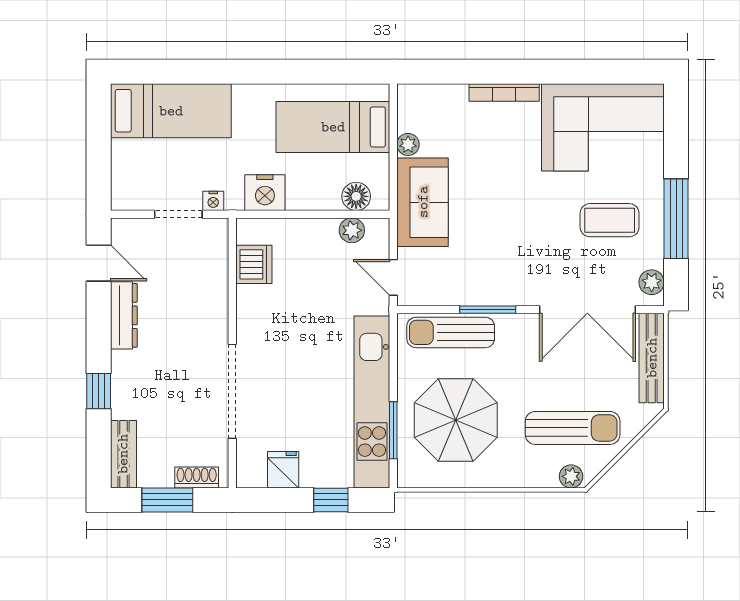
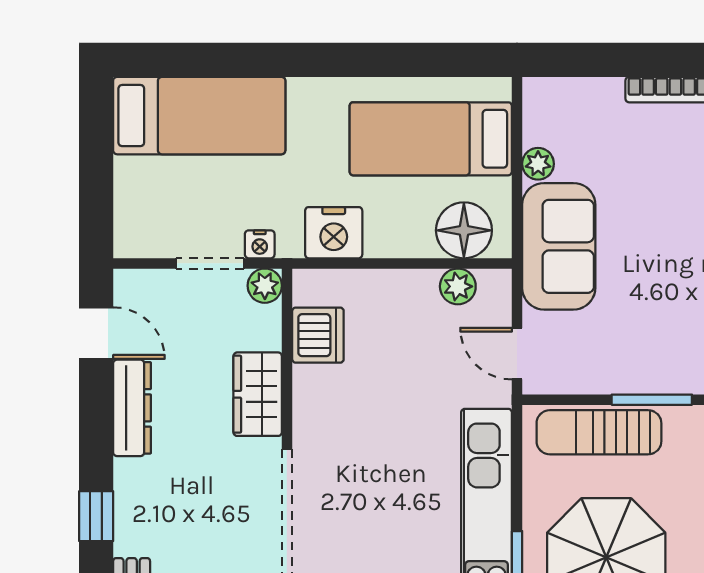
floor lamp: (356, 196) -> (464, 230), width x1.38, depth x1.38
plant: (217, 230) -> (265, 286), added
wardrobe: (212, 306) -> (258, 394), added

